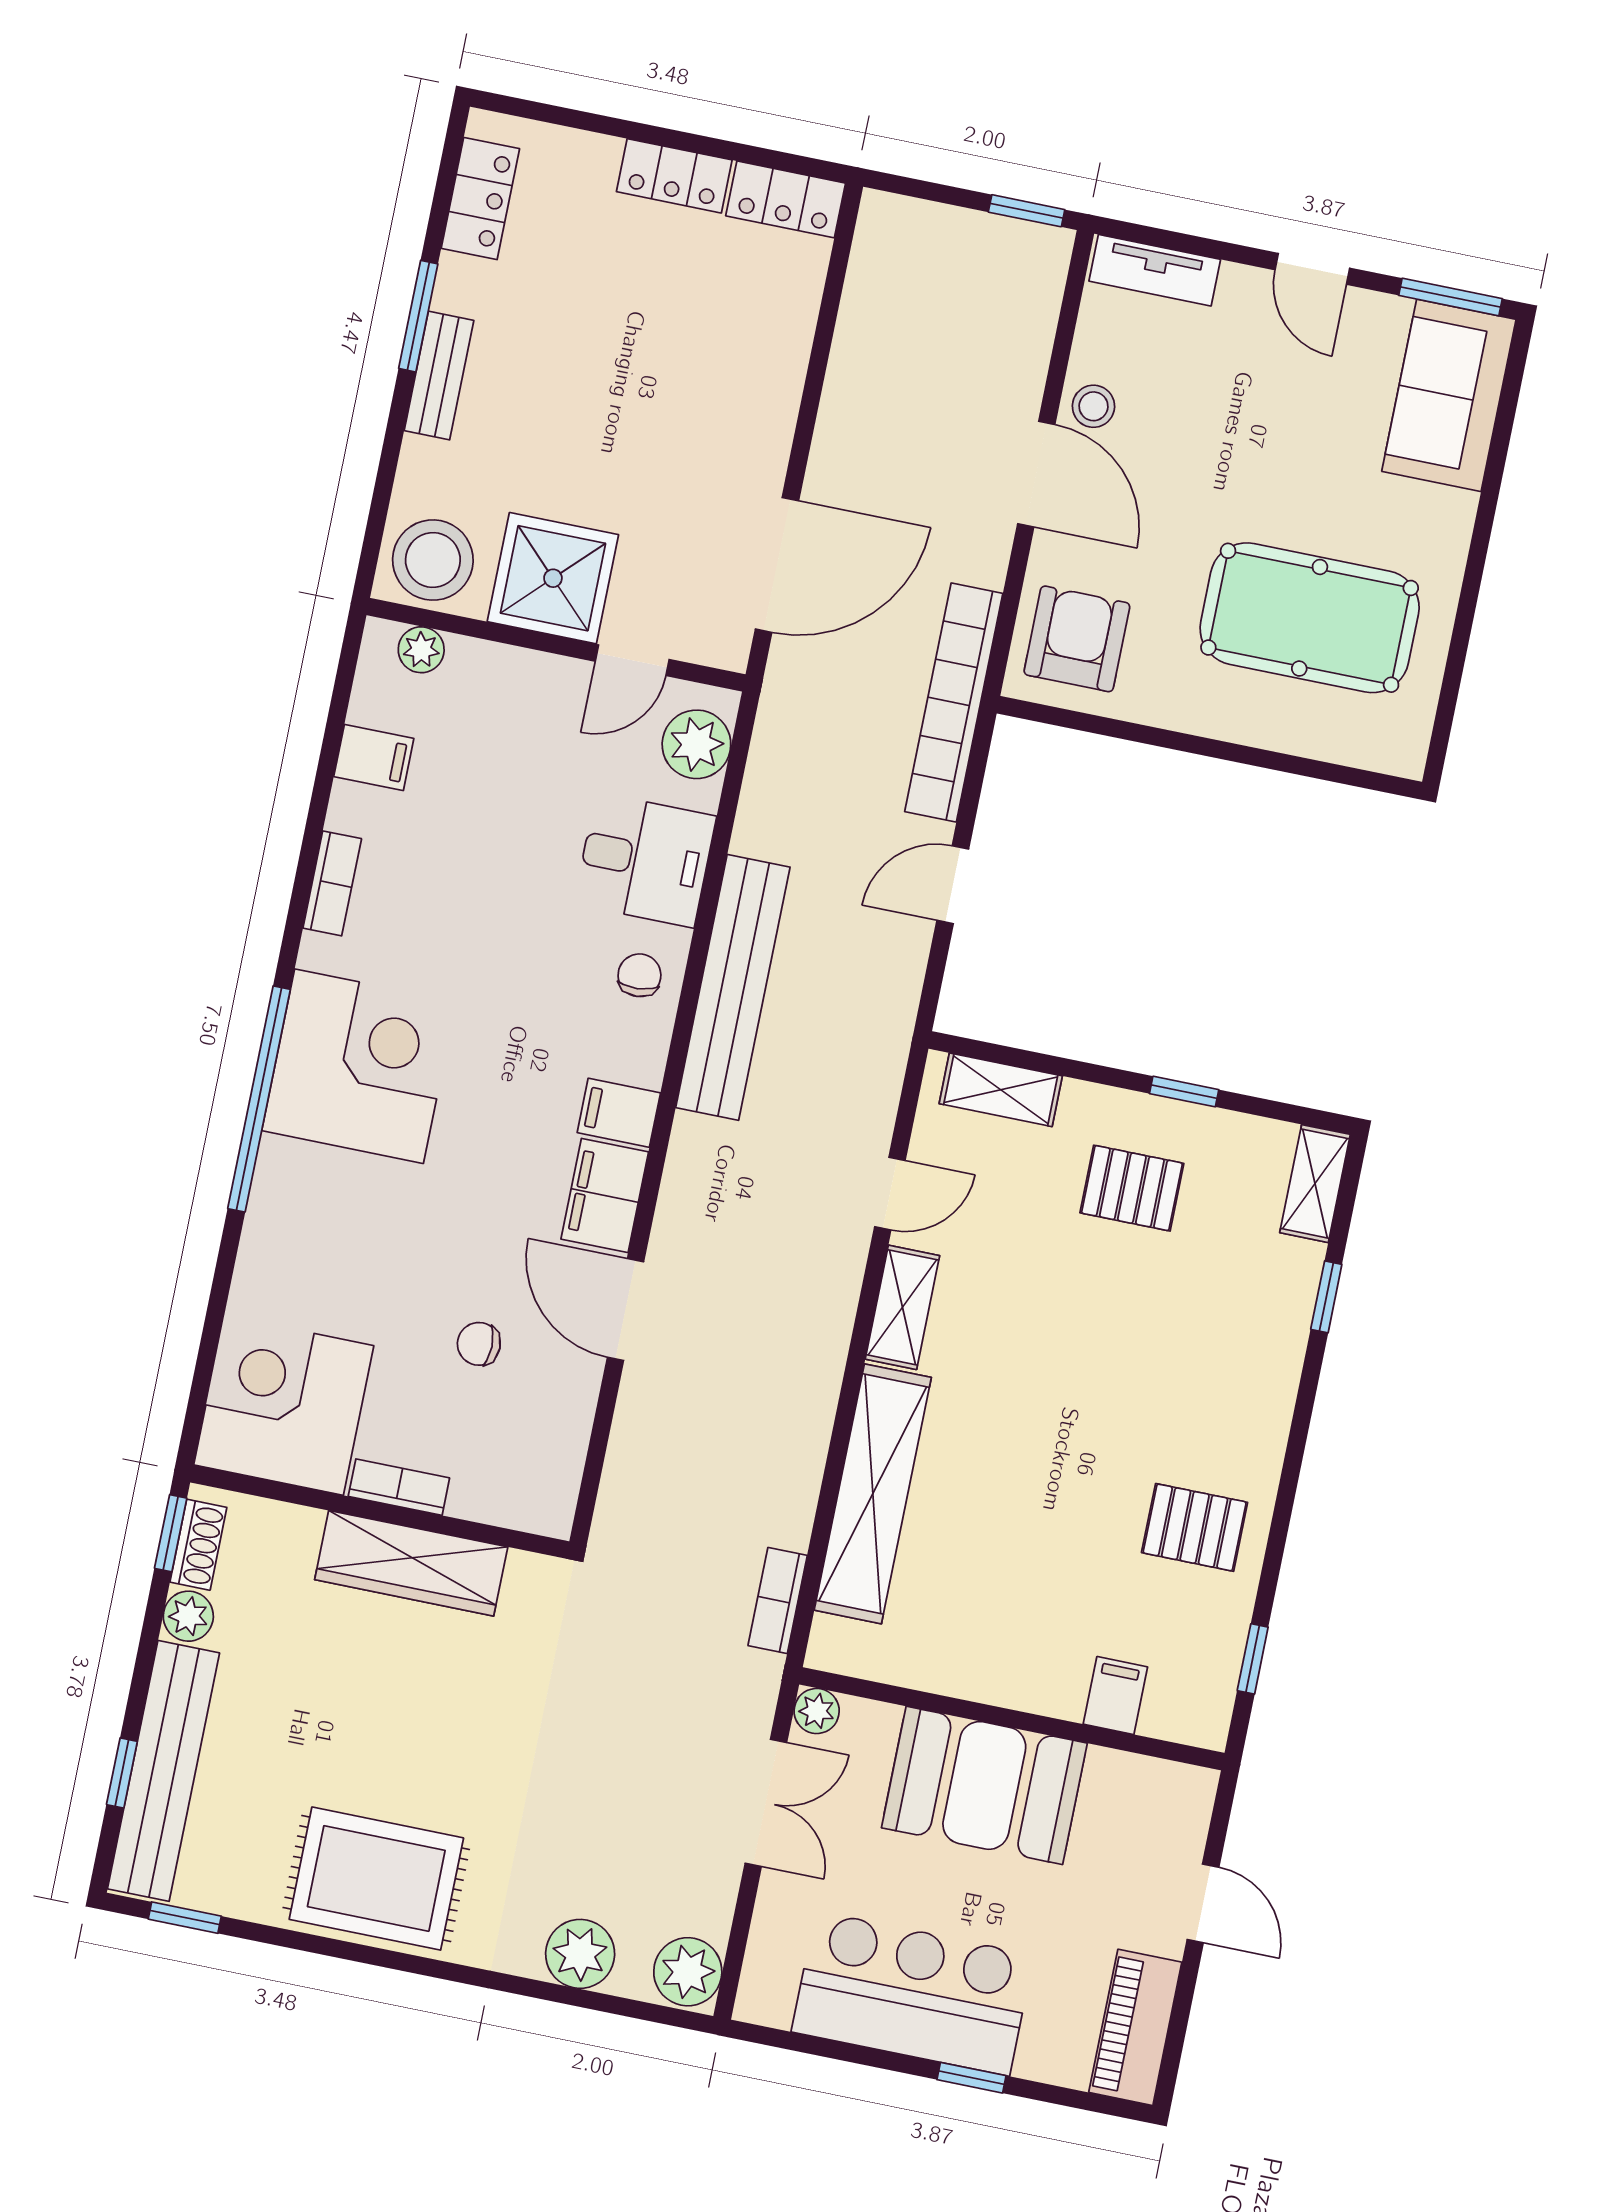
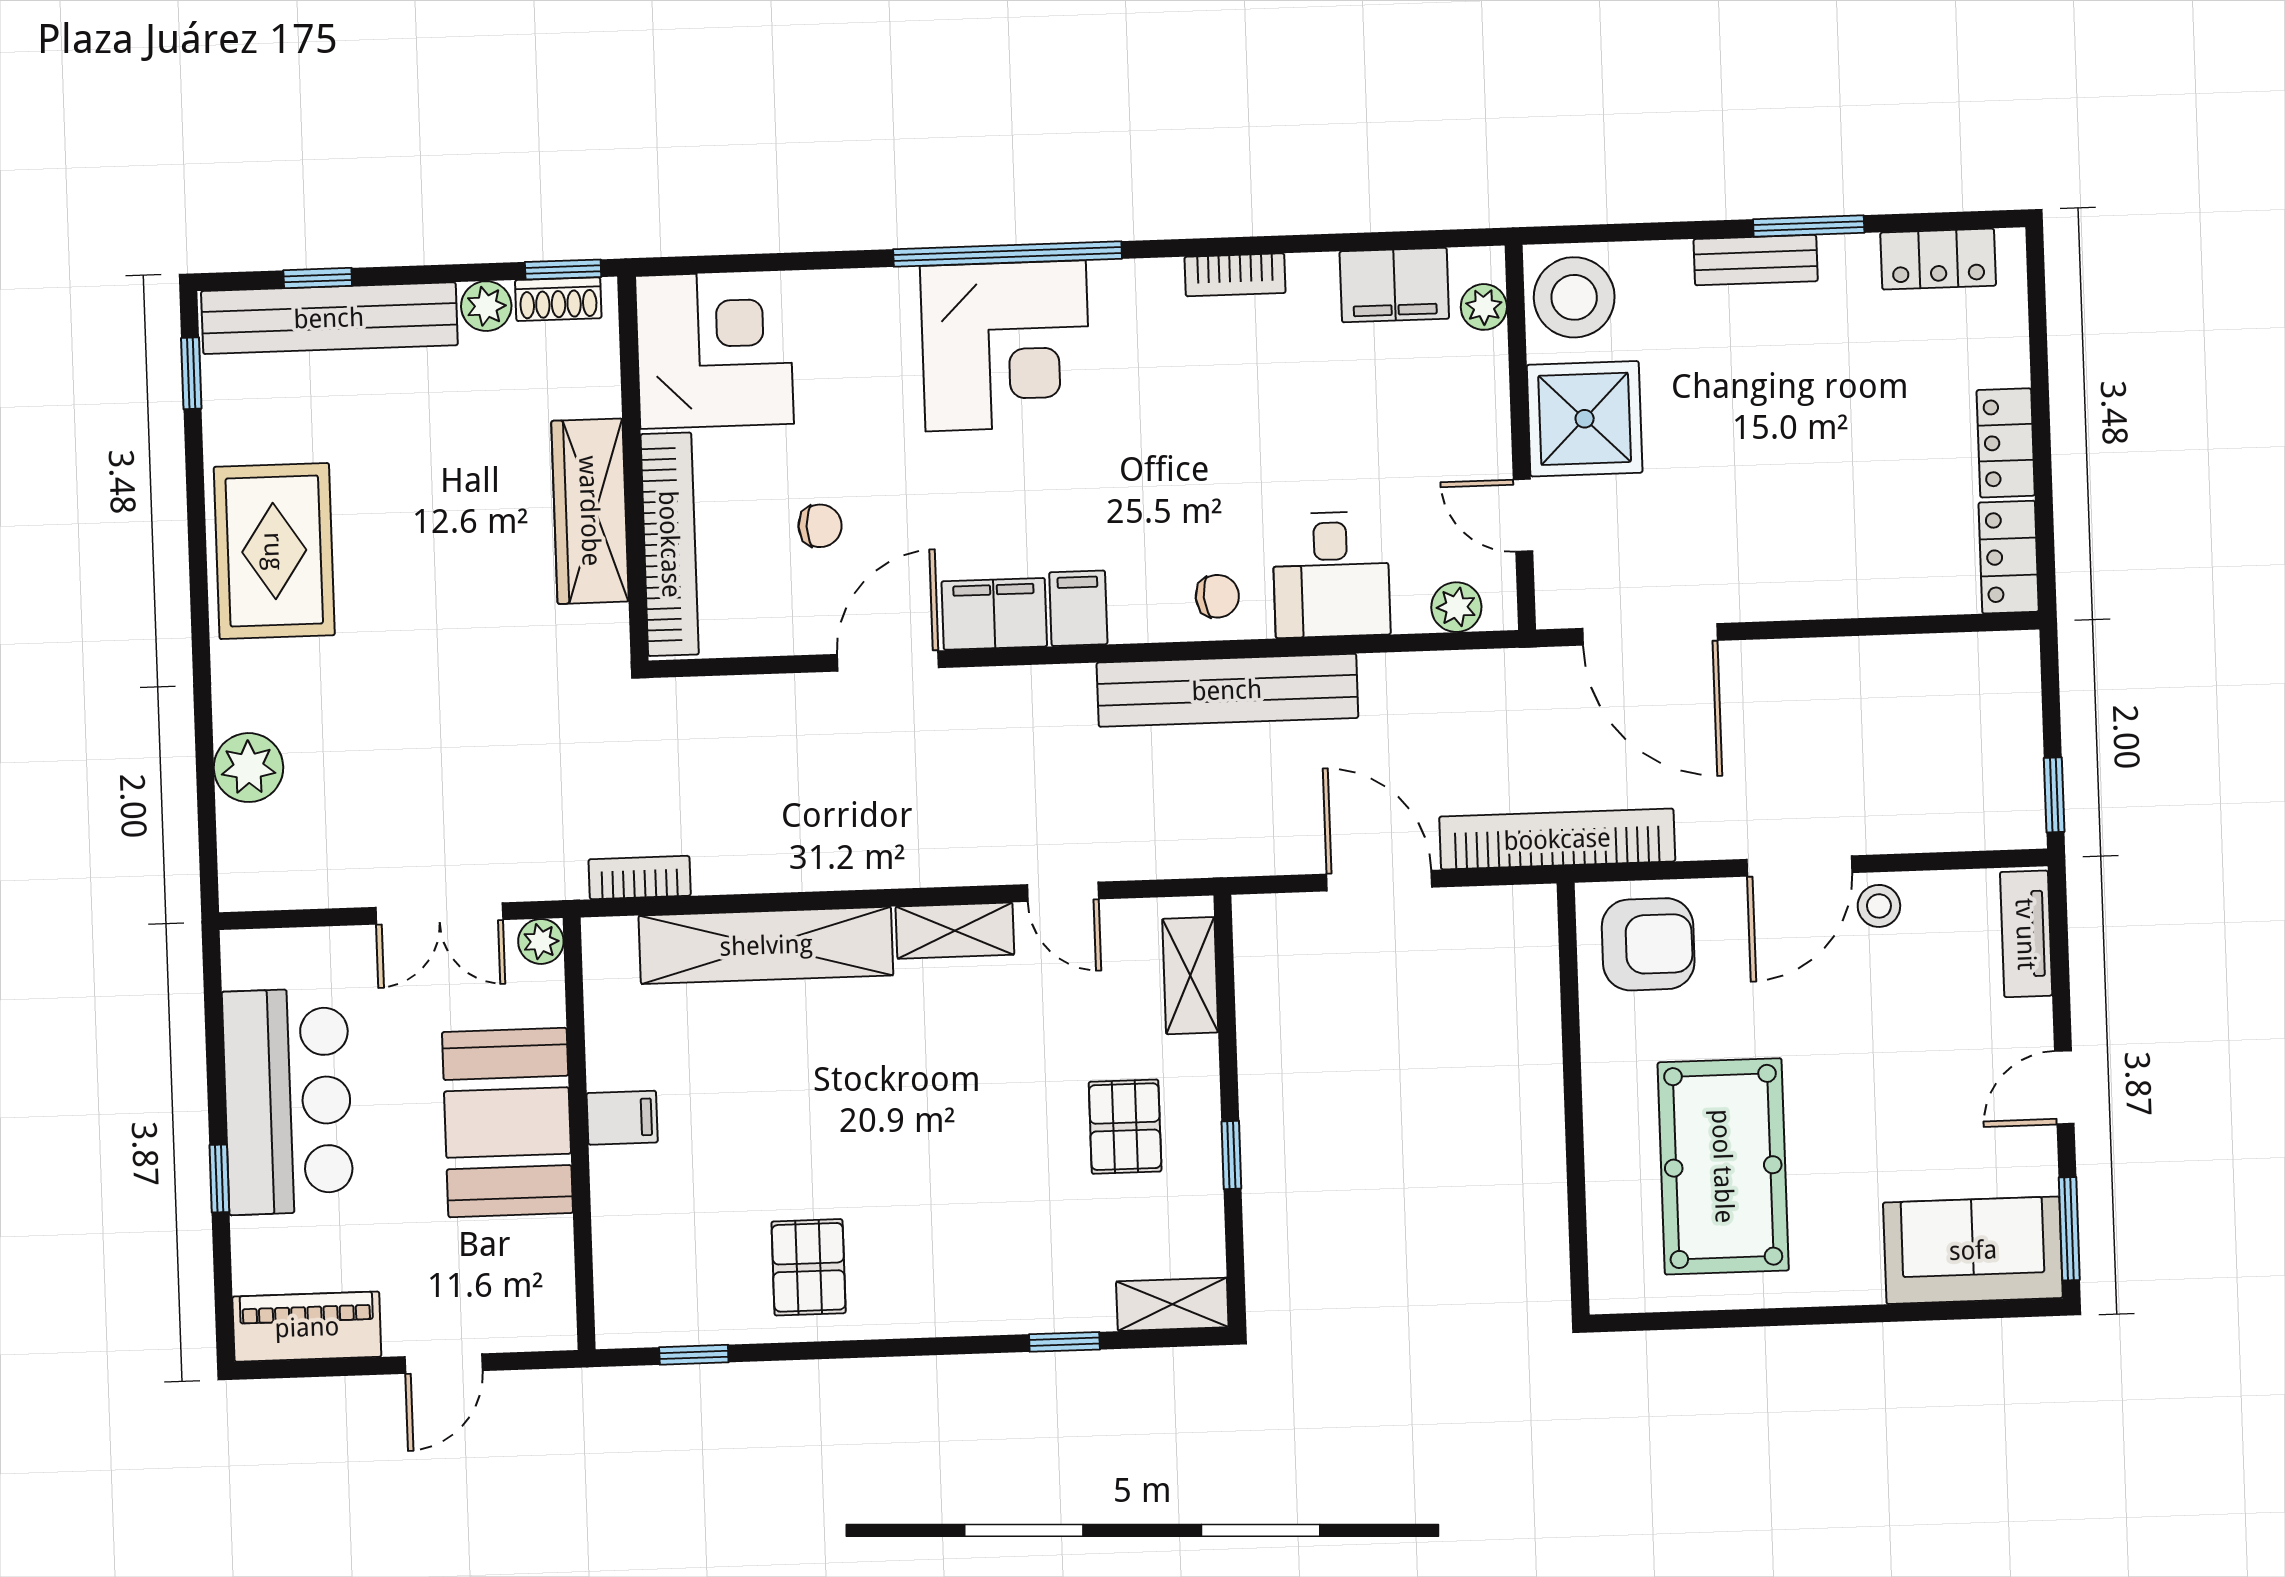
plant: (696, 744) -> (1456, 607), width x0.73, depth x0.73
filing cabinet: (374, 758) -> (1394, 285), width x2.00
door: (953, 885) -> (1379, 881), width x1.38
corner desk: (359, 1066) -> (1006, 346), moved
chair: (479, 1344) -> (820, 526), turned 90
bookcase: (399, 1487) -> (670, 544), width x2.31, depth x1.31
filing cabinet: (1115, 1695) -> (622, 1118), moved
plant: (688, 1972) -> (256, 877), removed

